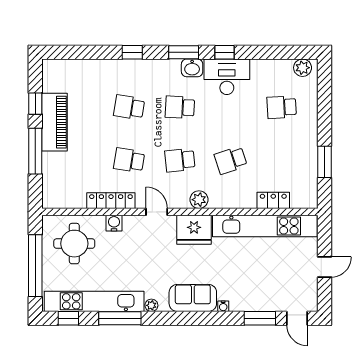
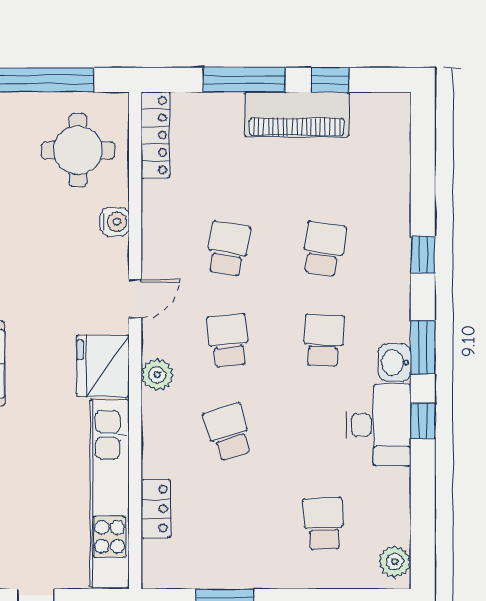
locker: (111, 201) -> (155, 135), moved

